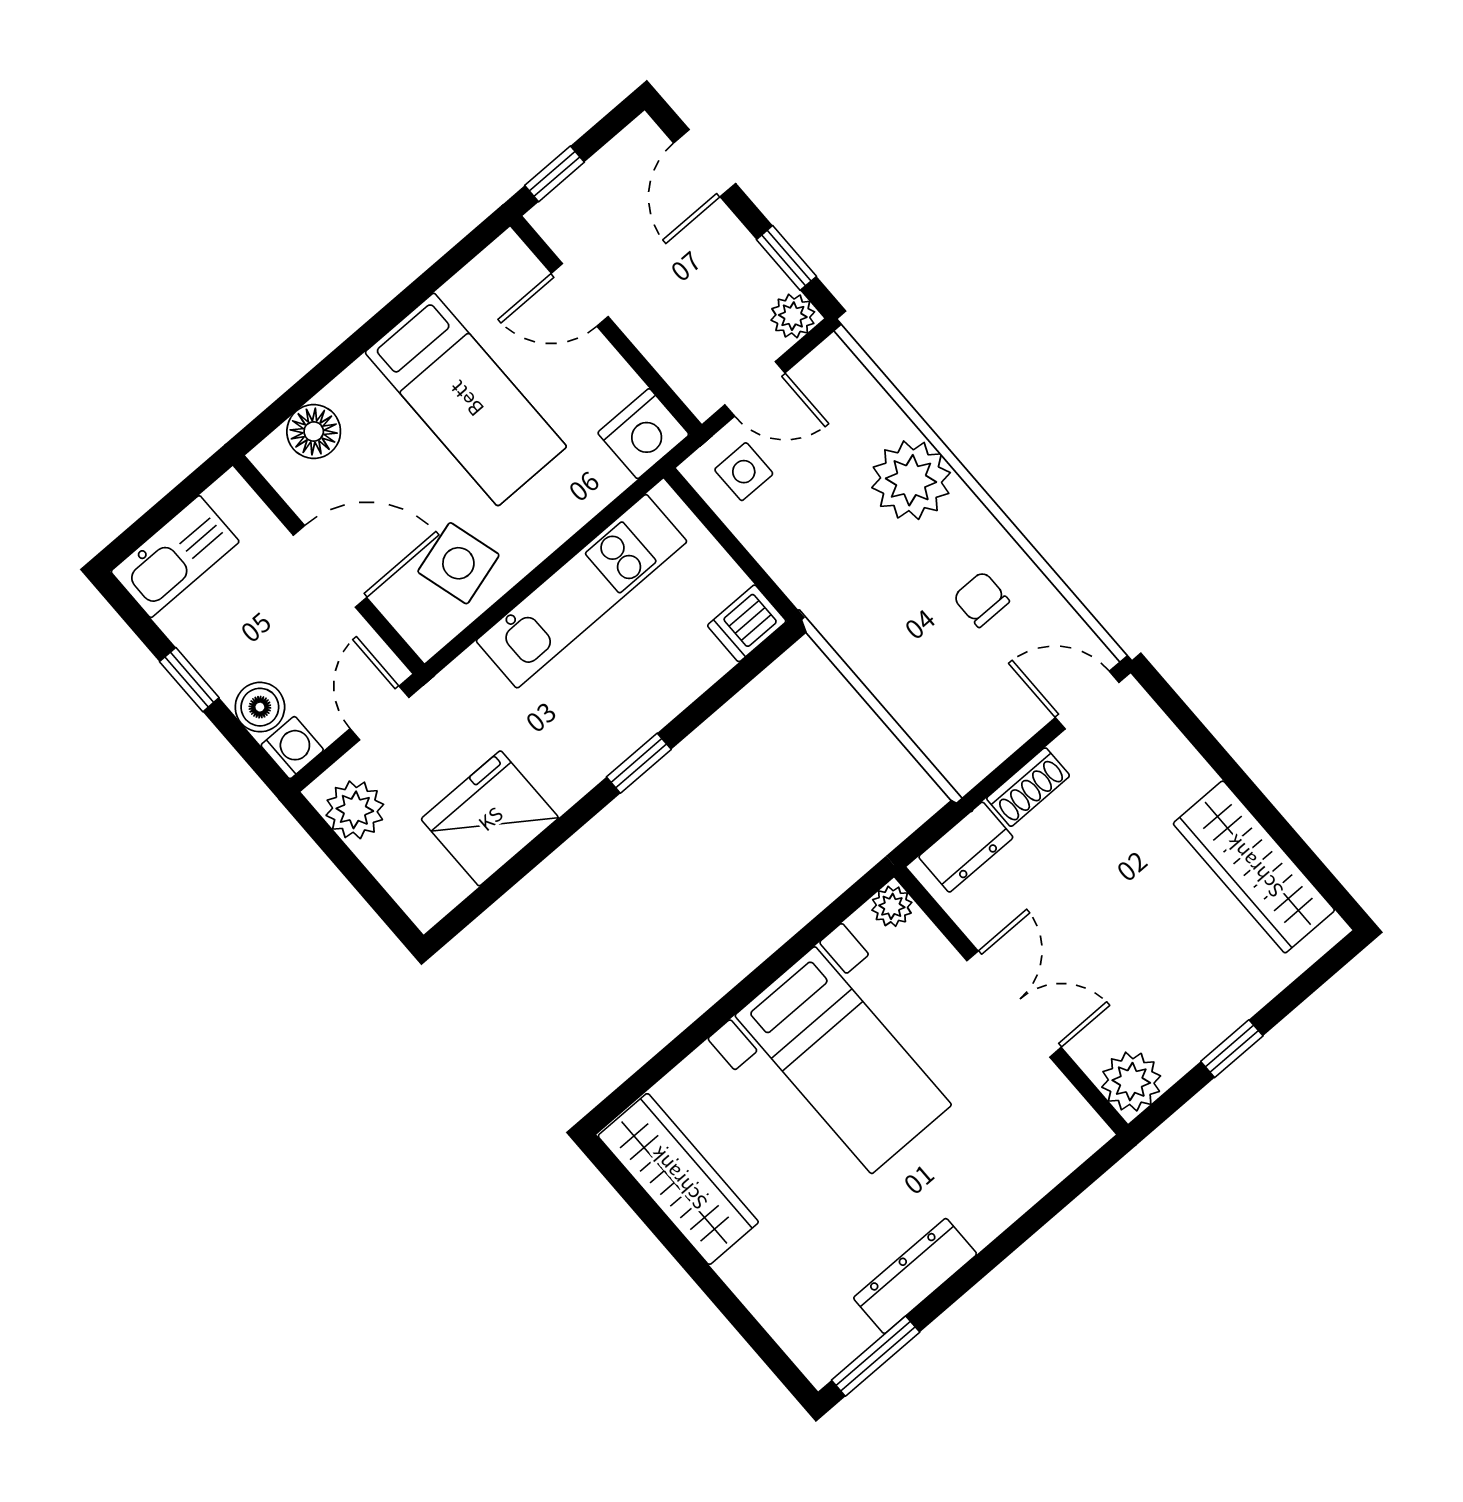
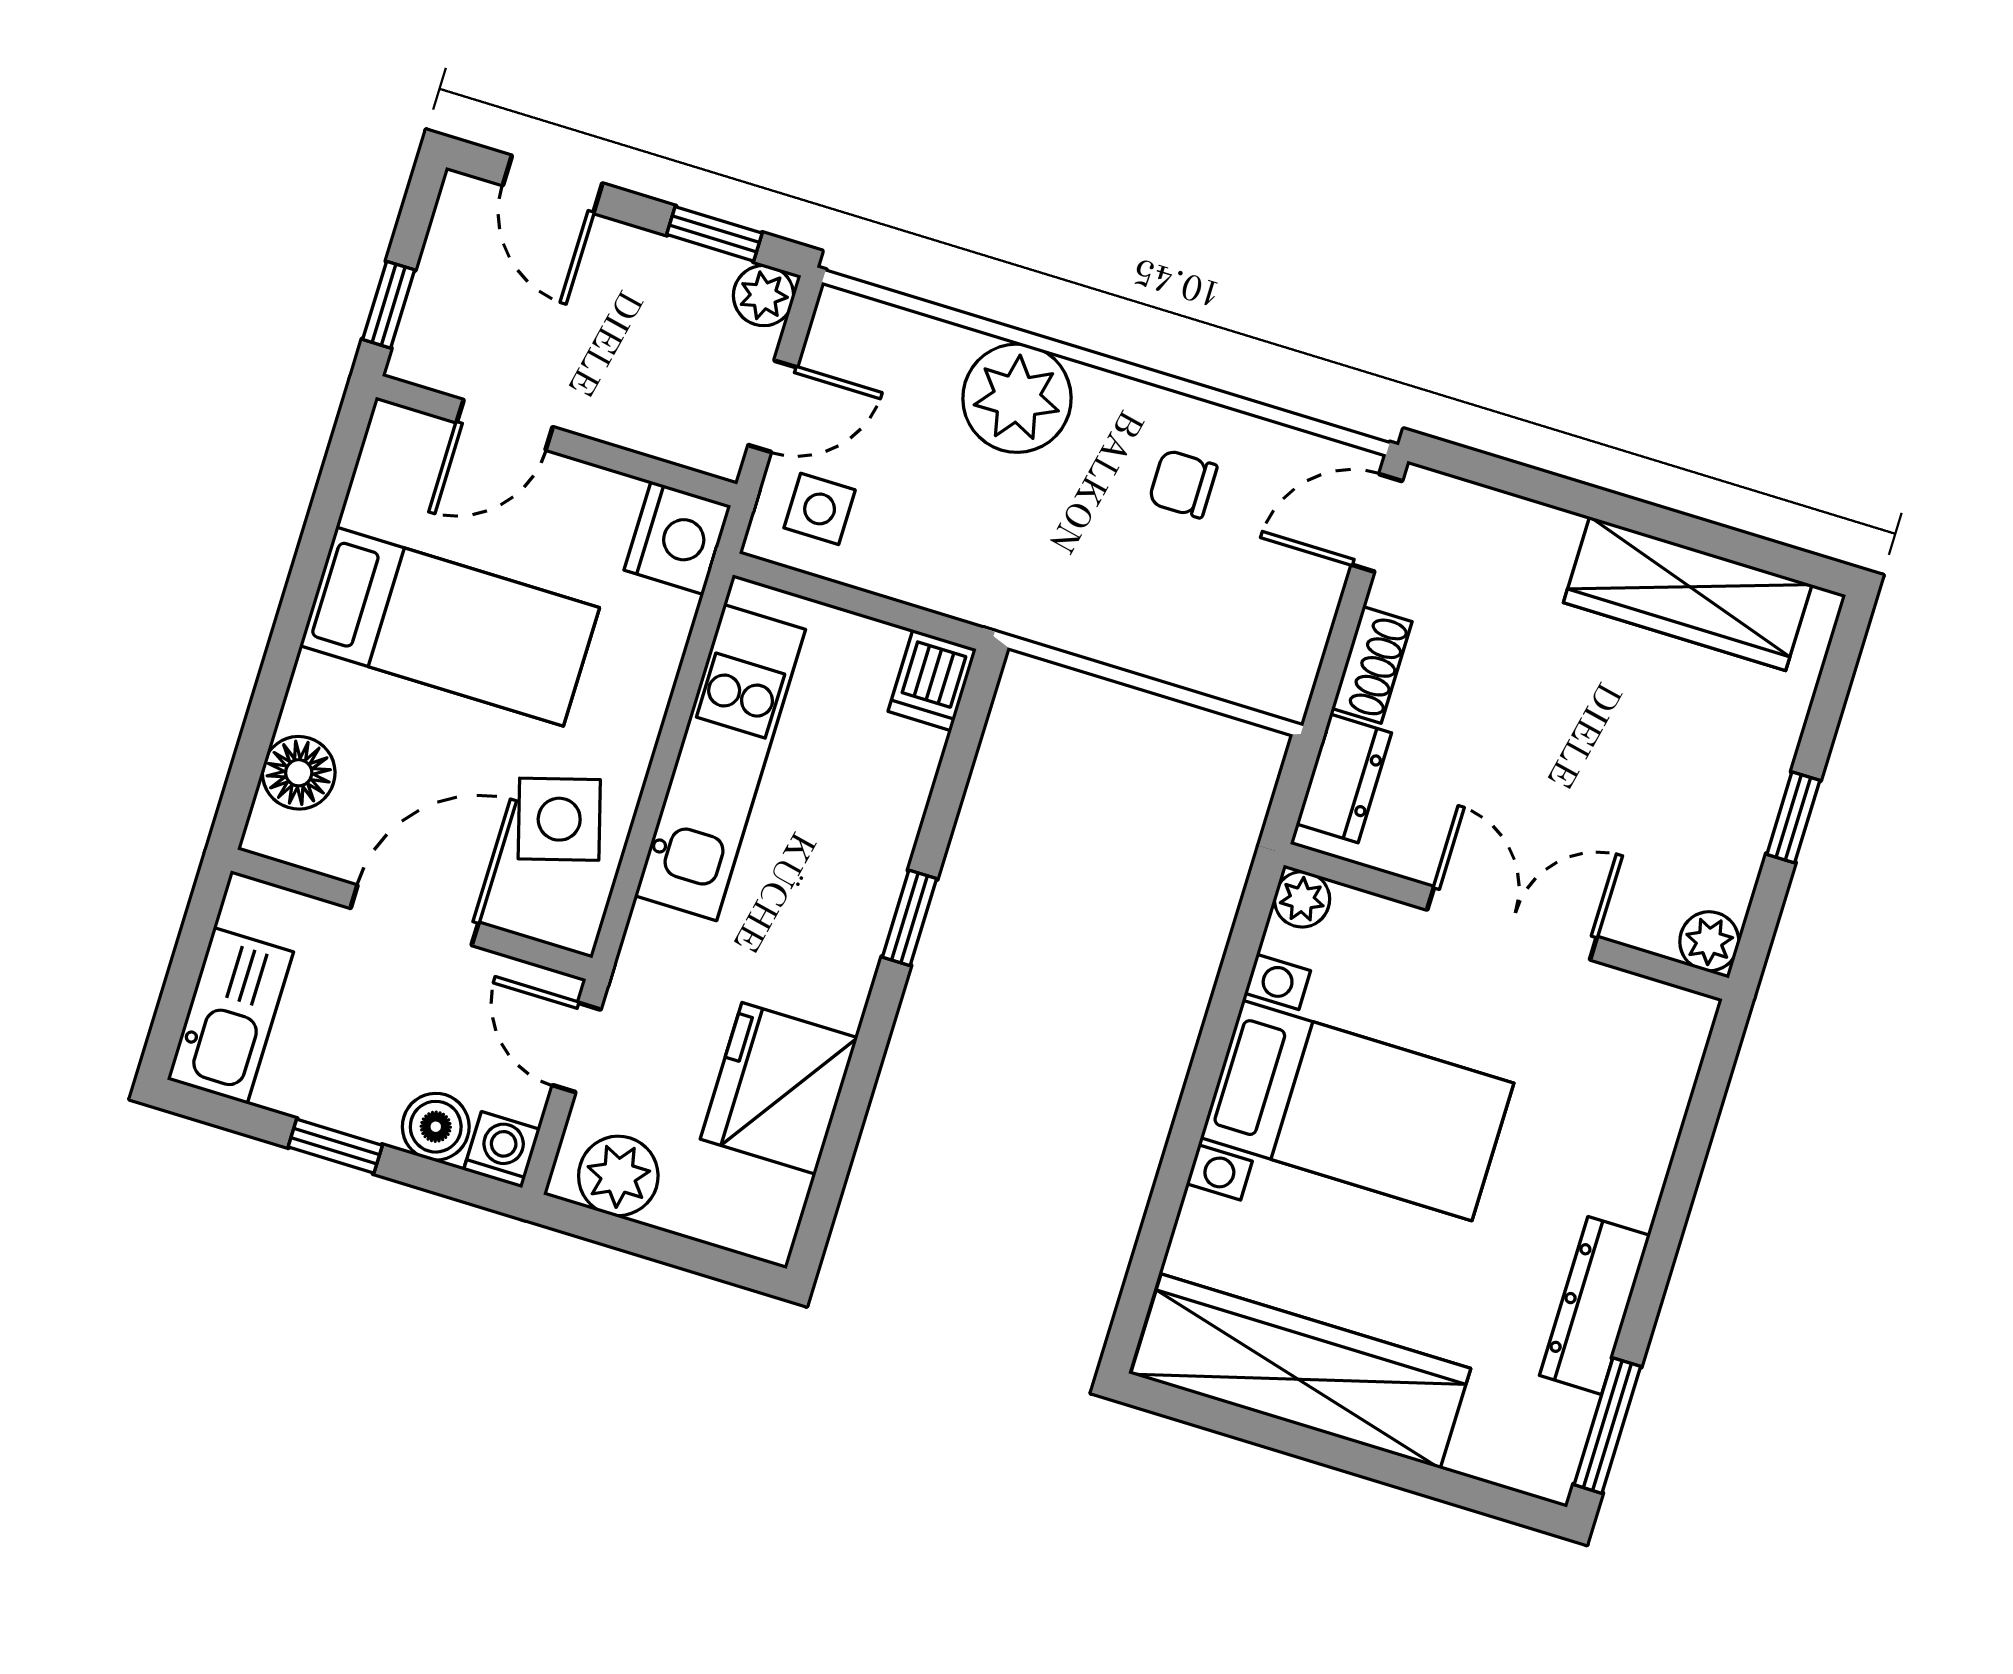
plant: (1131, 1082) -> (1709, 941), width x0.73, depth x0.73
wardrobe: (678, 1179) -> (1301, 1371), width x1.40, depth x1.17

